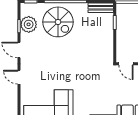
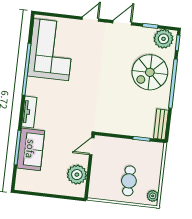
plant: (29, 24) -> (163, 39), moved

